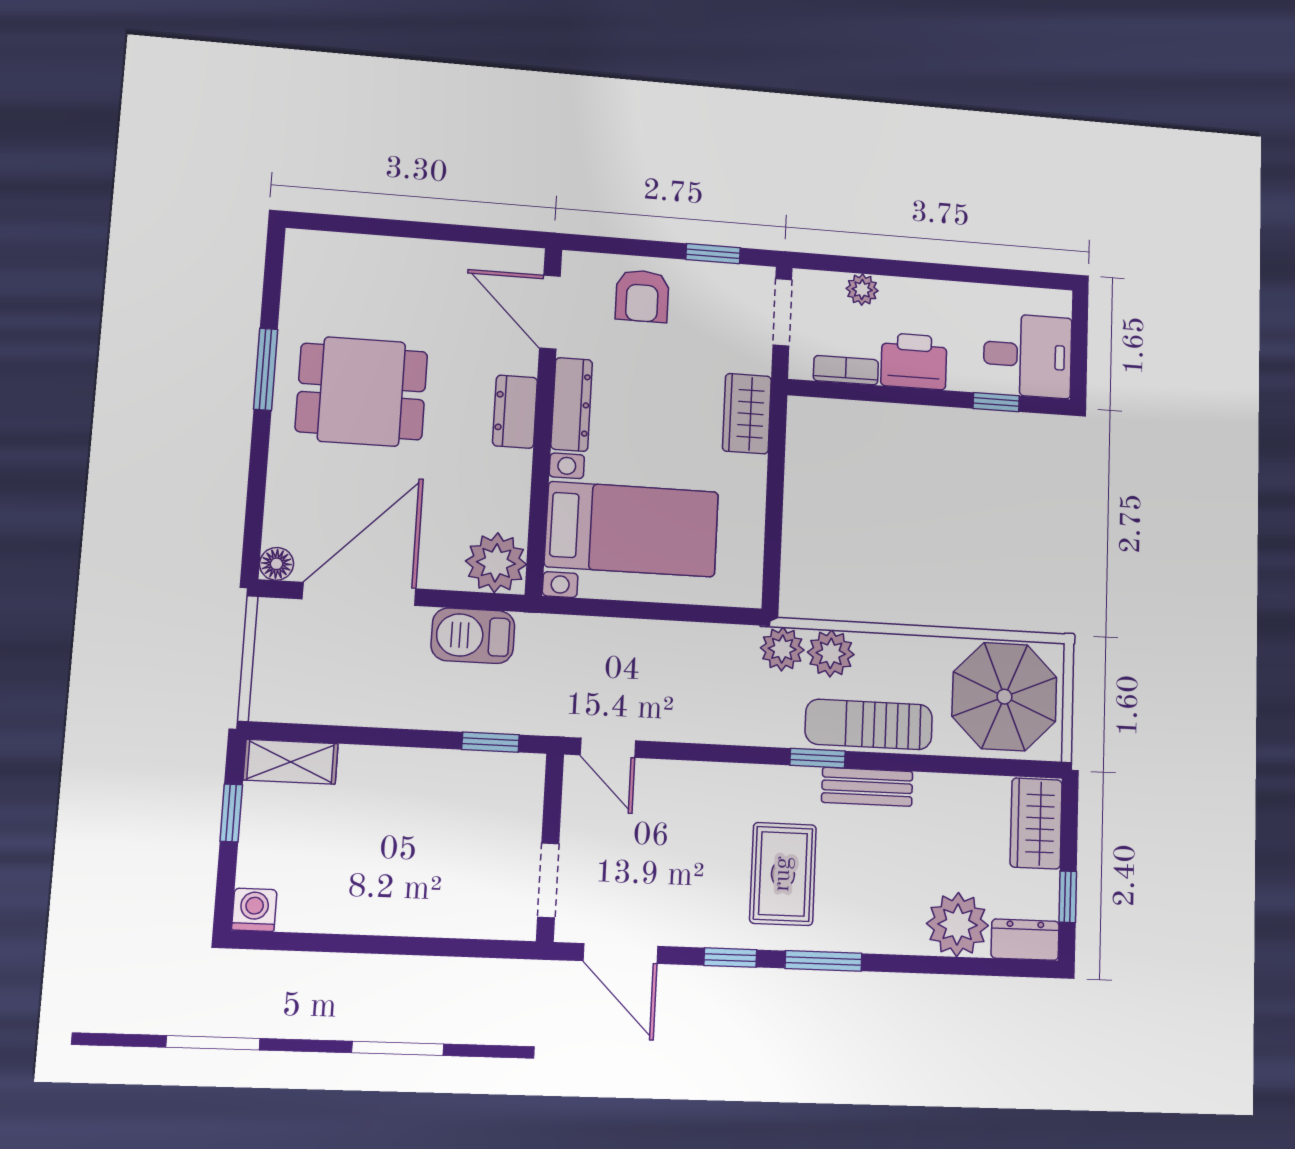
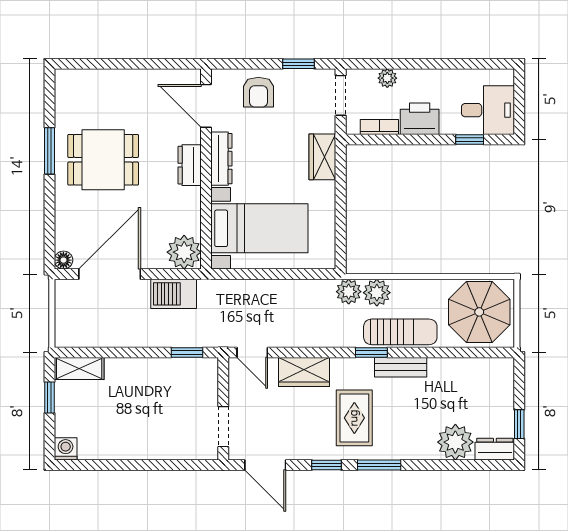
sun lounger: (869, 724) -> (400, 332), turned 180
wardrobe: (1036, 823) -> (304, 372), moved, turned -90

